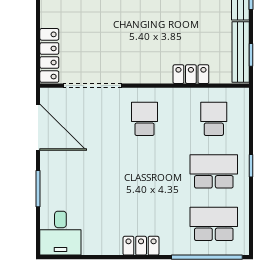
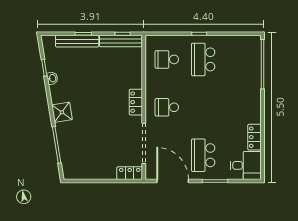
locker: (49, 55) -> (130, 173), width x0.66
locker: (191, 74) -> (136, 102), moved
door: (38, 127) -> (173, 181), hinge flipped
school desk: (214, 224) -> (203, 155), moved
locker: (141, 246) -> (255, 137), moved

